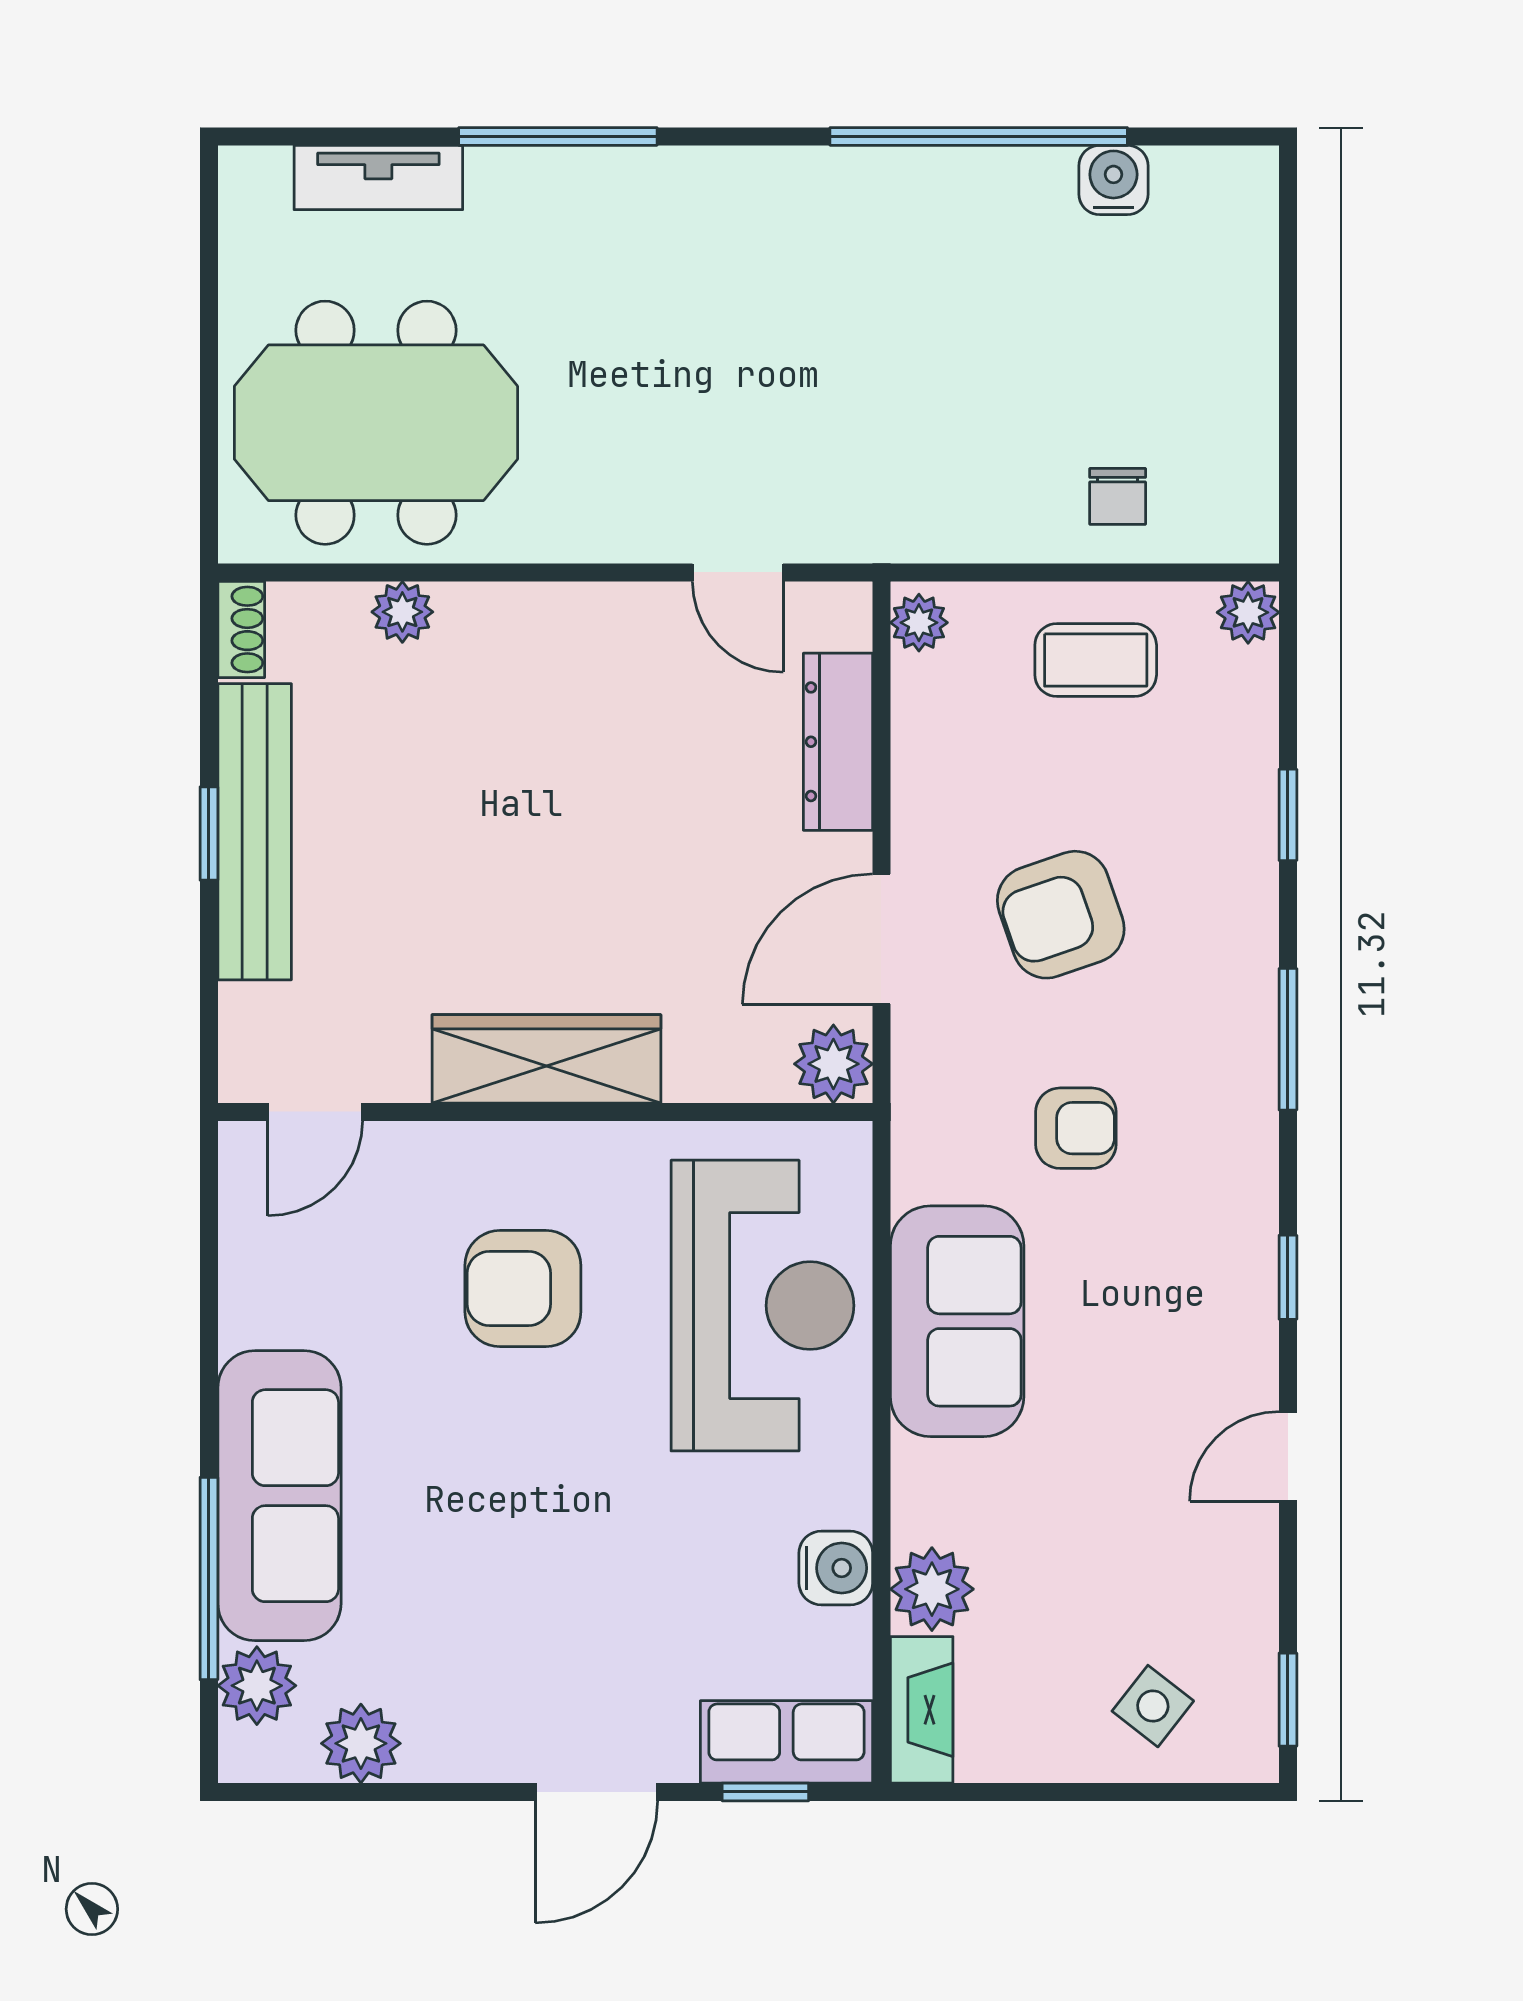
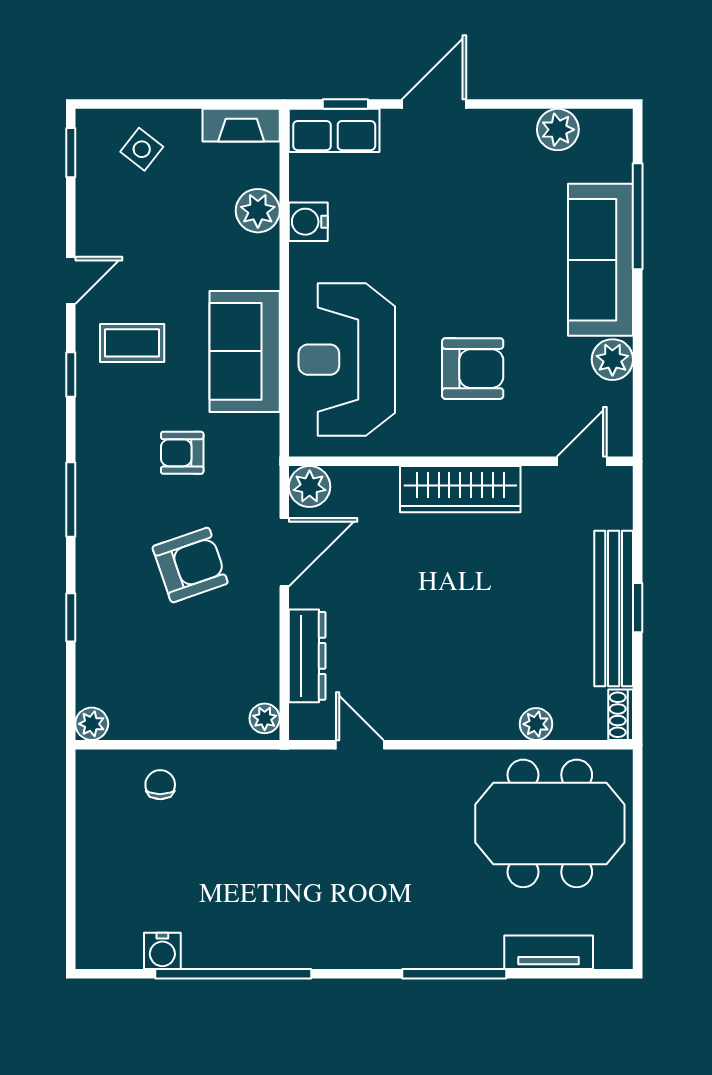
coffee table: (1096, 660) -> (132, 343), moved
plant: (257, 1686) -> (612, 360), moved
fireplace: (922, 1710) -> (241, 125), moved, turned -90

